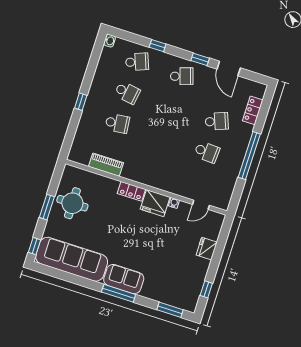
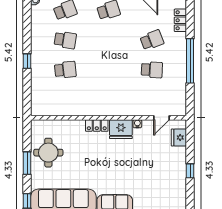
piano: (106, 165) -> (67, 109), removed
fridge: (207, 249) -> (179, 137), moved
window: (206, 289) -> (190, 171), moved

